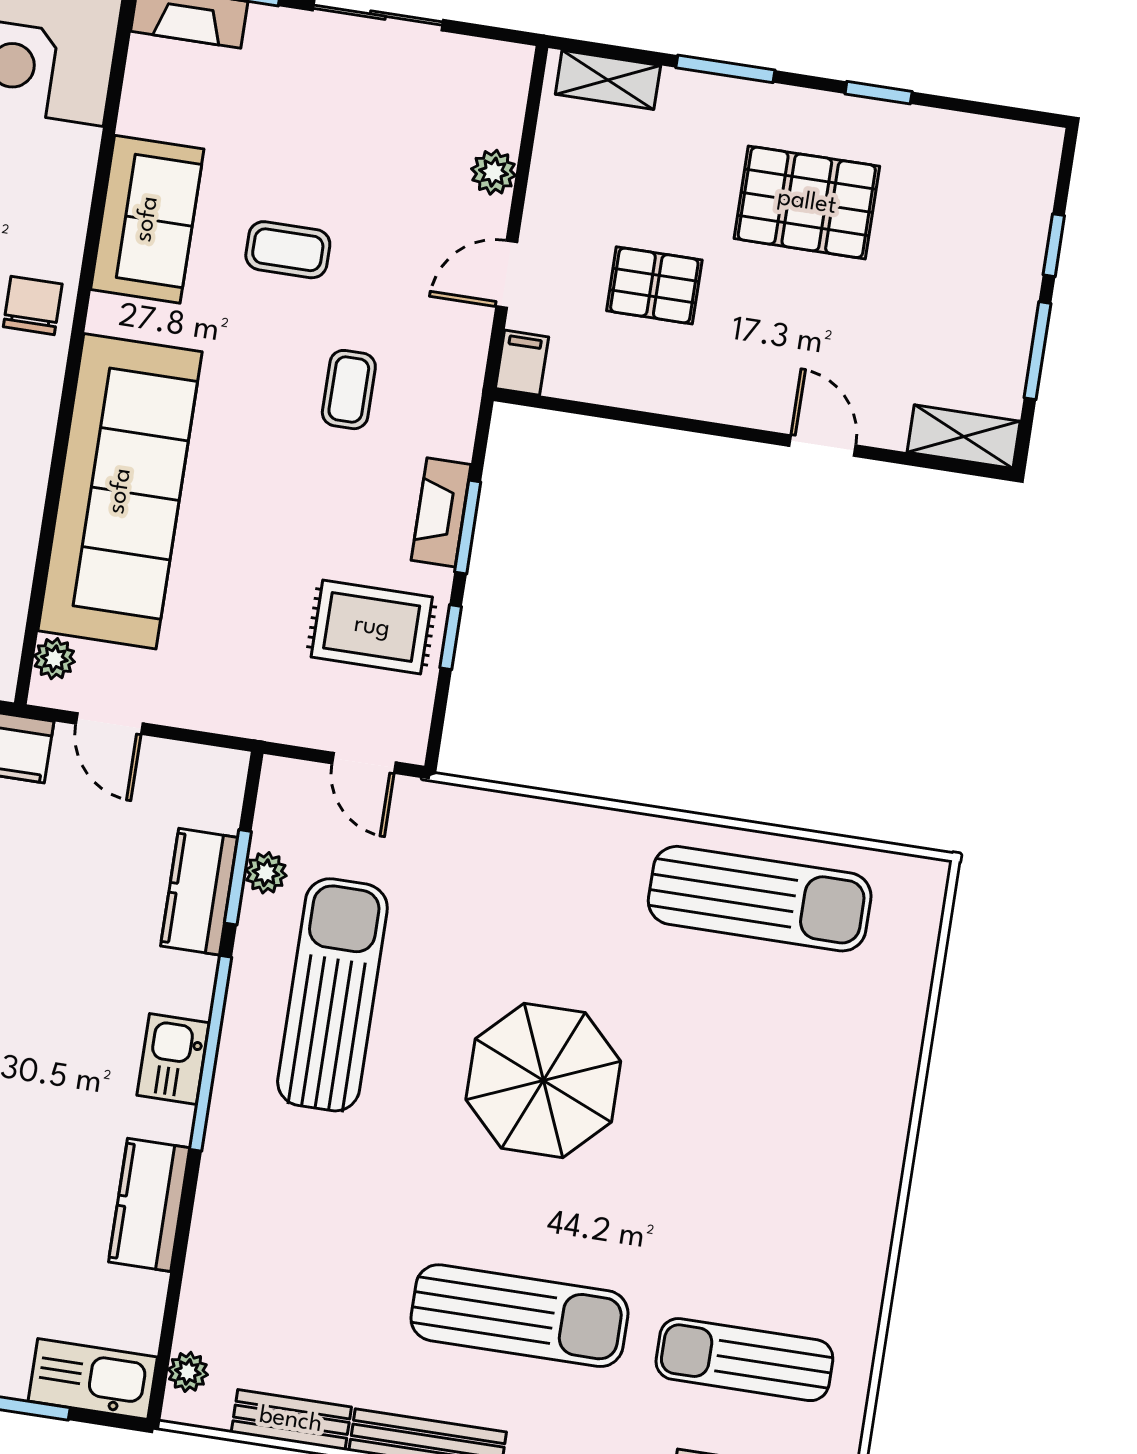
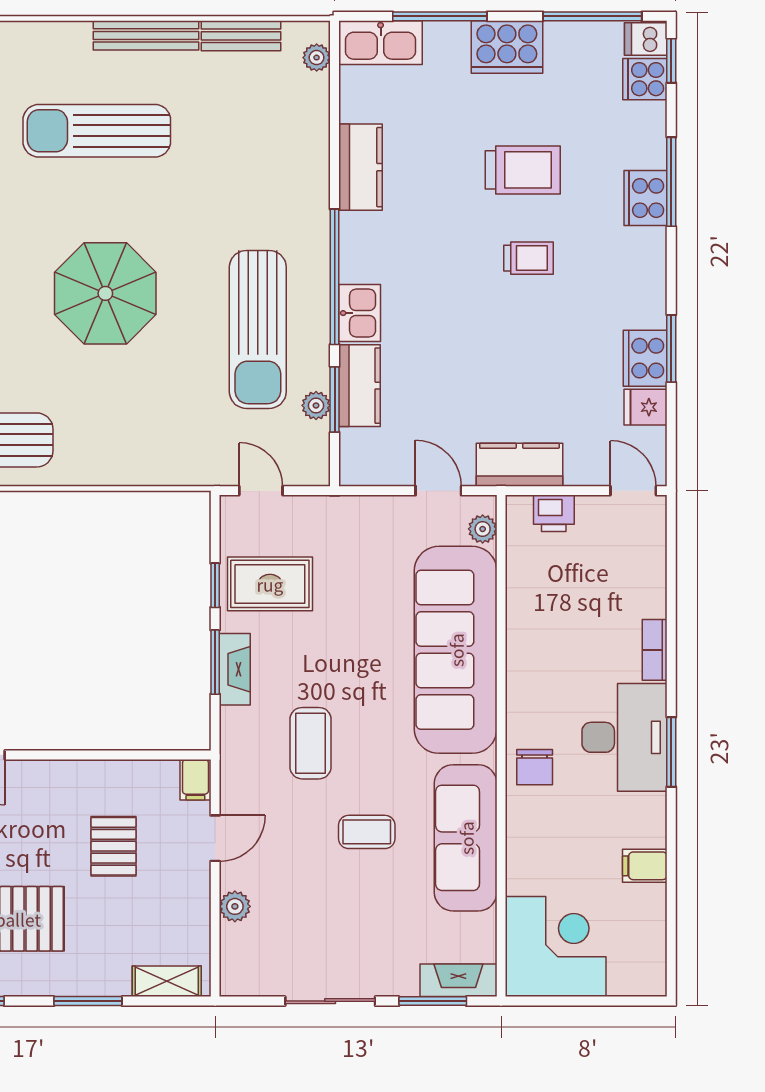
sofa: (147, 219) -> (466, 838), width x1.36
pallet: (654, 285) -> (114, 846), turned 90
coffee table: (349, 390) -> (310, 743), width x1.36, depth x1.30
kitchen sink: (173, 1059) -> (360, 313), moved

